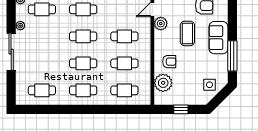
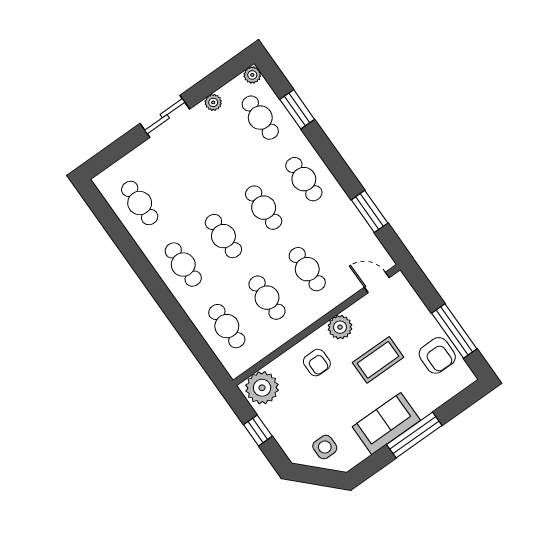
plant: (161, 24) -> (340, 327), moved
sofa: (218, 38) -> (386, 424), moved
sliding door: (11, 52) -> (165, 116), width x0.73
window: (232, 56) -> (414, 435), moved
plant: (163, 83) -> (262, 388), moved

